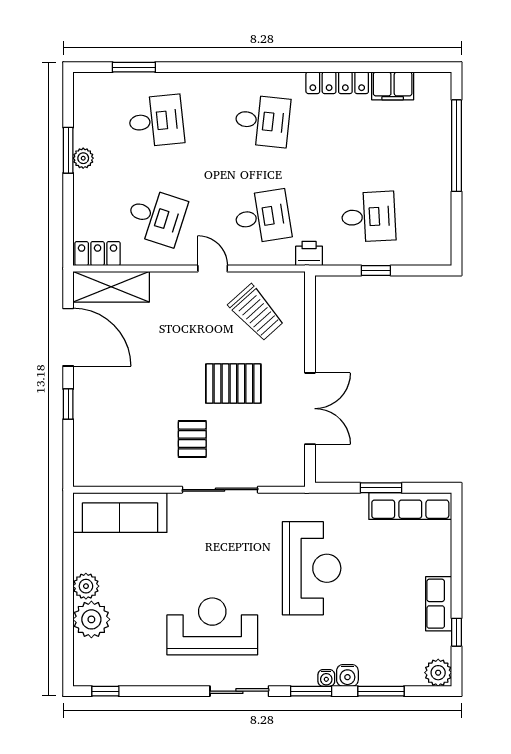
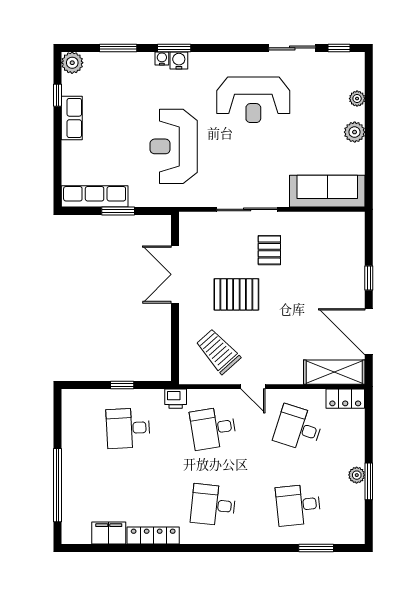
plant: (91, 619) -> (357, 99), width x0.53, depth x0.53
water cooler: (347, 675) -> (179, 61), moved
sliding door: (239, 691) -> (292, 48), moved

